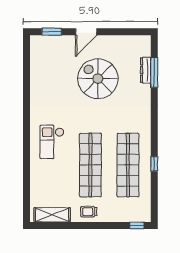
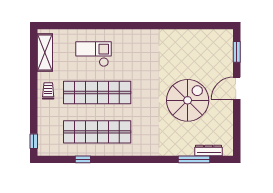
door: (86, 32) -> (237, 88), hinge flipped
dresser: (146, 70) -> (209, 150), moved
checkout: (52, 142) -> (94, 54), moved
window: (154, 164) -> (83, 159), moved

